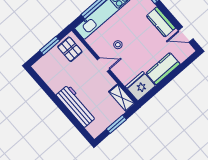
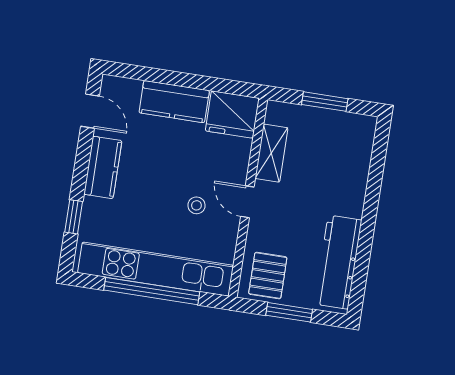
shelving: (122, 98) -> (271, 153), moved
workbench: (76, 106) -> (338, 262), moved

